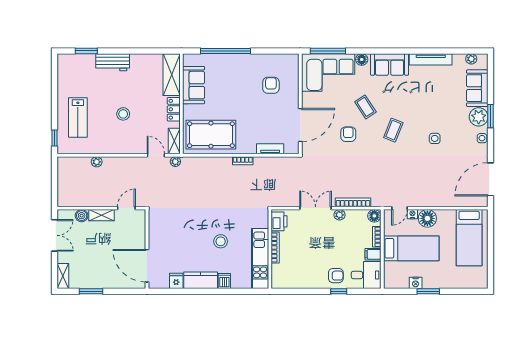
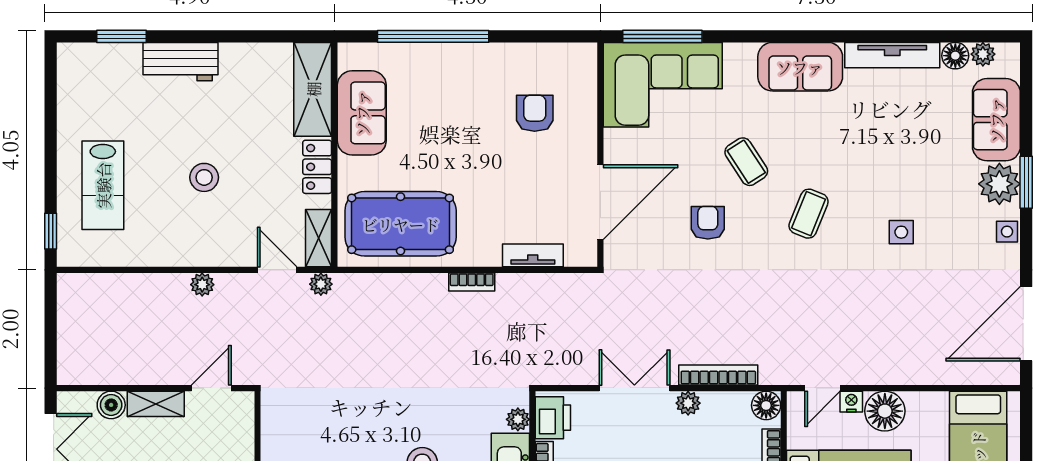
floor lamp: (362, 60) -> (955, 56), moved
plant: (97, 162) -> (202, 285), moved
plant: (263, 222) -> (518, 419), added

